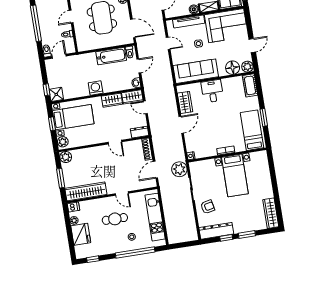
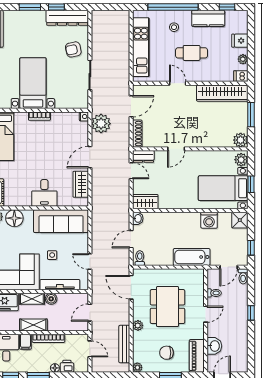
window: (36, 23) -> (251, 313), width x0.32
bathtub: (111, 56) -> (192, 257), moved
washing machine: (96, 88) -> (209, 220), moved
window: (47, 90) -> (251, 248), moved
wardrobe: (112, 100) -> (171, 202), removed
door: (145, 107) -> (131, 171), moved
door: (115, 142) -> (176, 149), swing flipped
plant: (179, 169) -> (101, 124), moved
fridge: (81, 234) -> (240, 41), width x0.53, depth x0.75
kitchen counter: (106, 248) -> (208, 18), added

